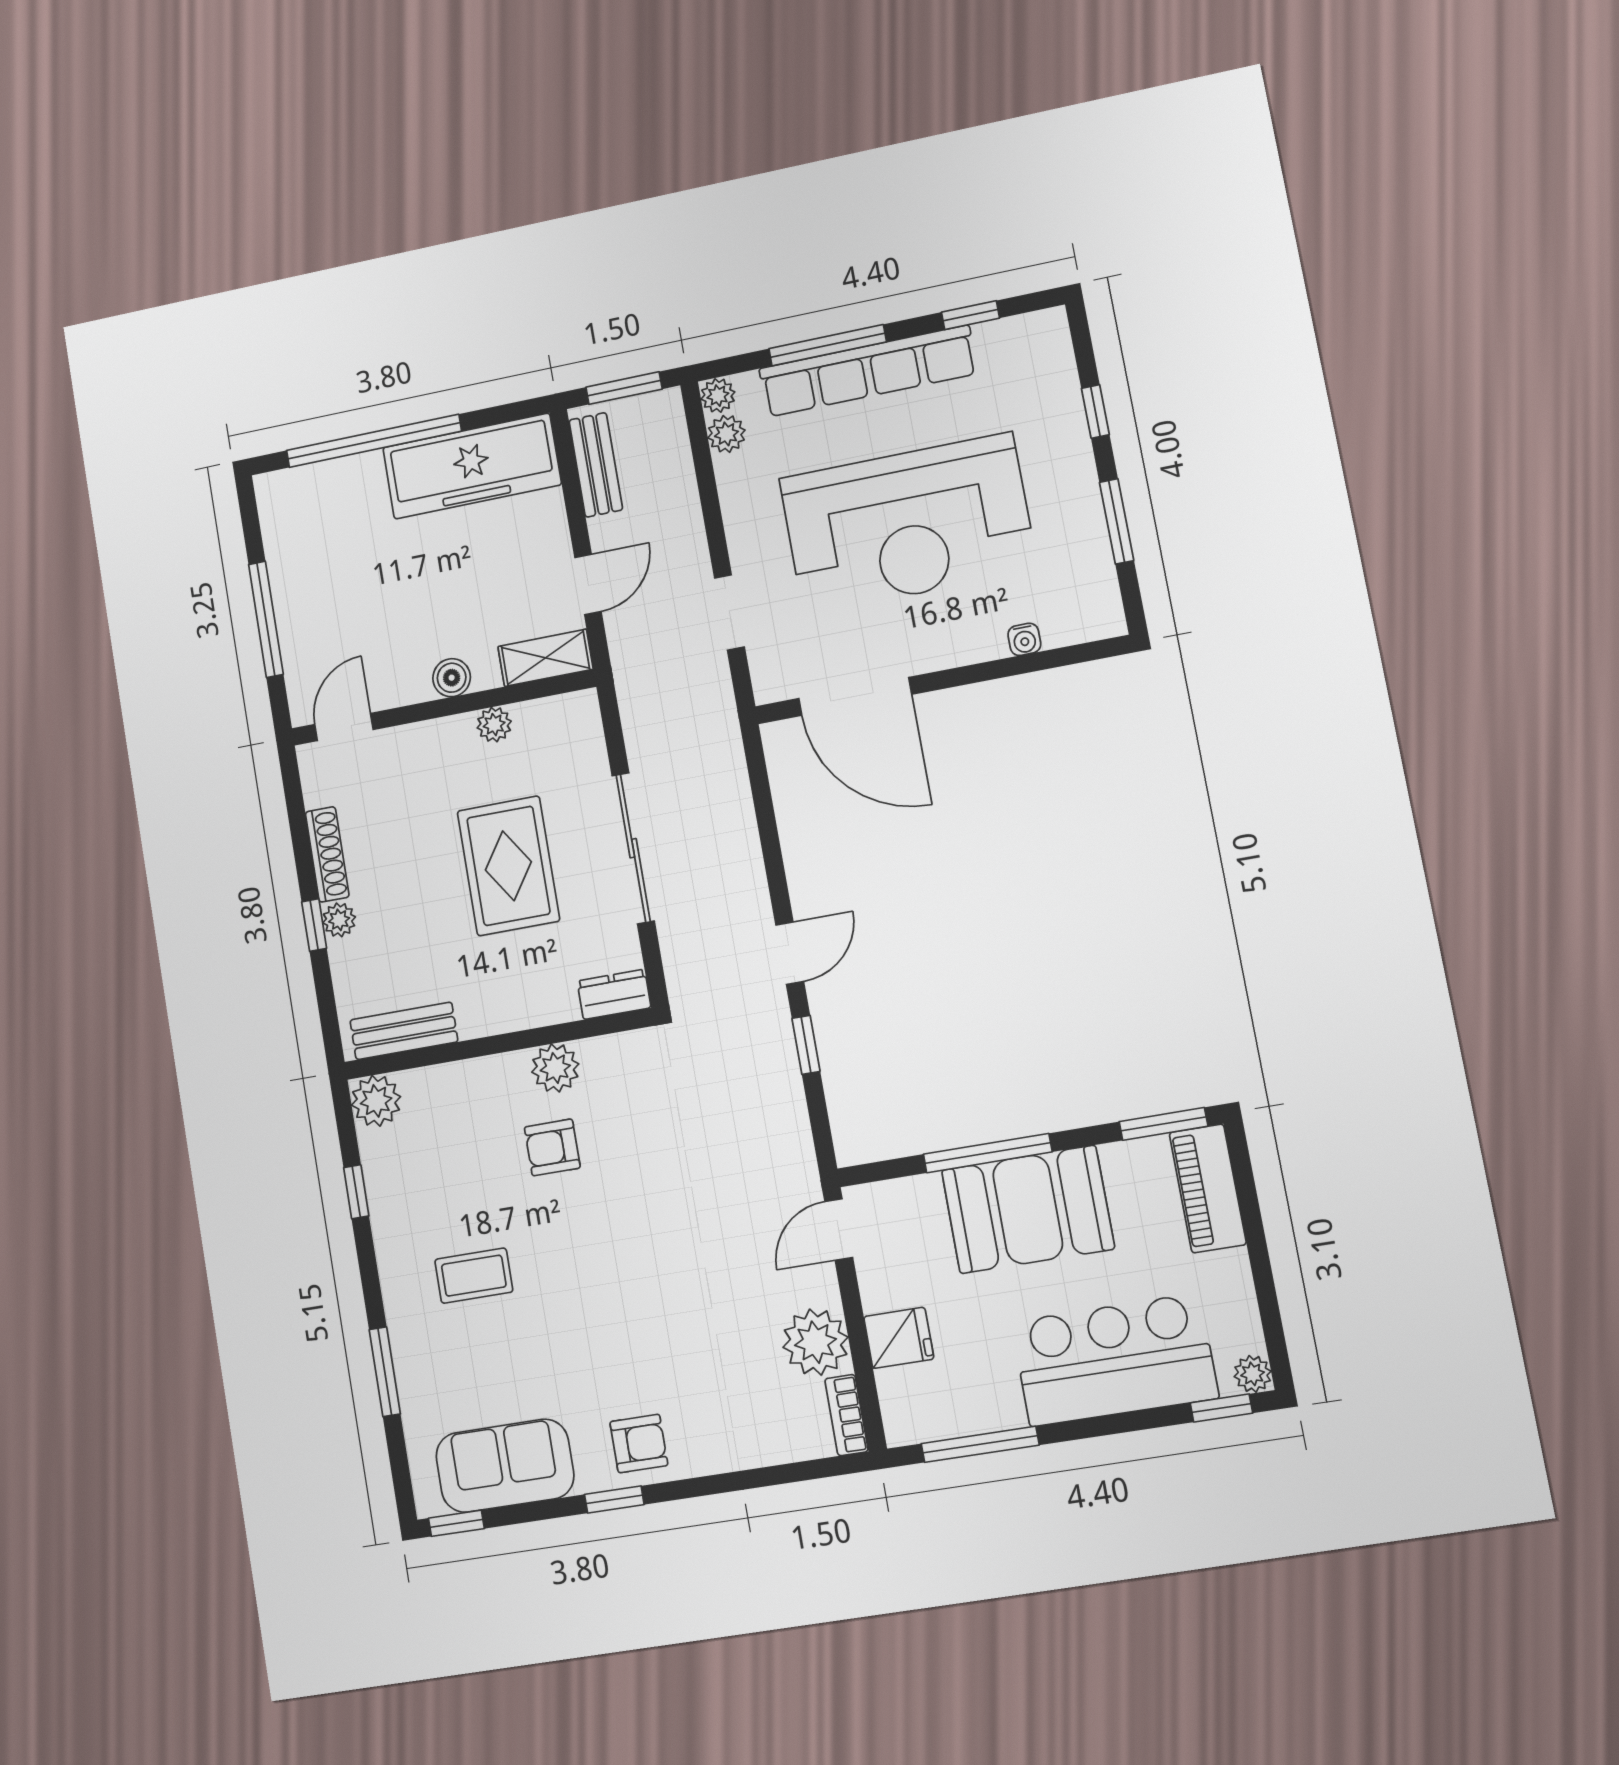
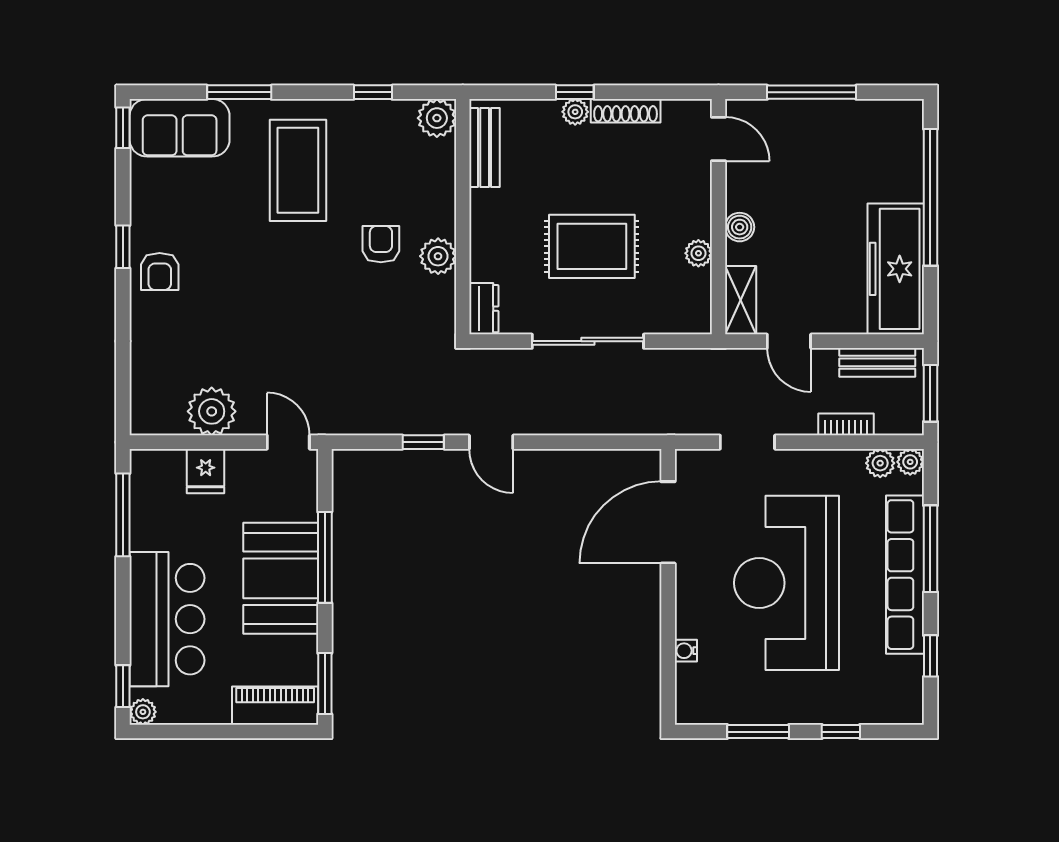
coffee table: (474, 1276) -> (298, 170), width x1.86, depth x1.72
bookcase: (846, 1415) -> (846, 424), moved
sofa: (505, 1466) -> (180, 128), moved, turned 90

